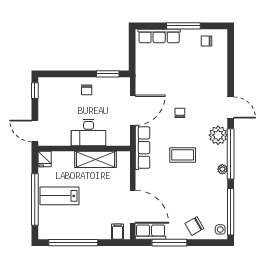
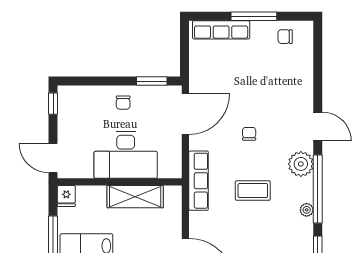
door: (133, 110) -> (185, 114), moved
desk: (89, 133) -> (126, 155), width x1.36, depth x1.30

